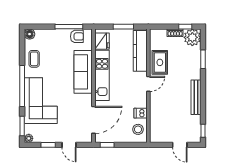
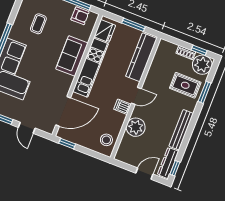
coffee table: (34, 59) -> (38, 24), moved
rug: (160, 62) -> (185, 85), moved, turned 90
sofa: (83, 72) -> (72, 56), width x0.73
plant: (158, 110) -> (136, 127), added
dishwasher: (141, 113) -> (122, 107), moved
dresser: (196, 129) -> (168, 163), added
door: (180, 145) -> (144, 174), swing flipped

